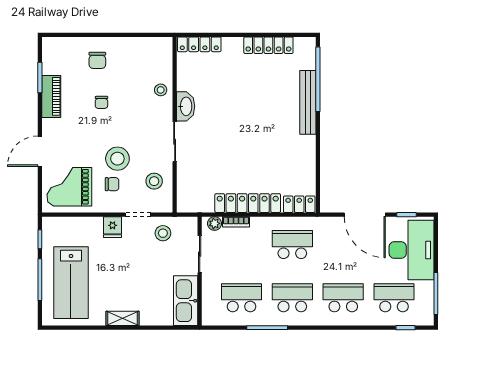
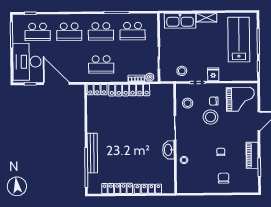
locker: (199, 44) -> (148, 189), moved
kitchen sink: (186, 301) -> (180, 21), moved, turned 90

